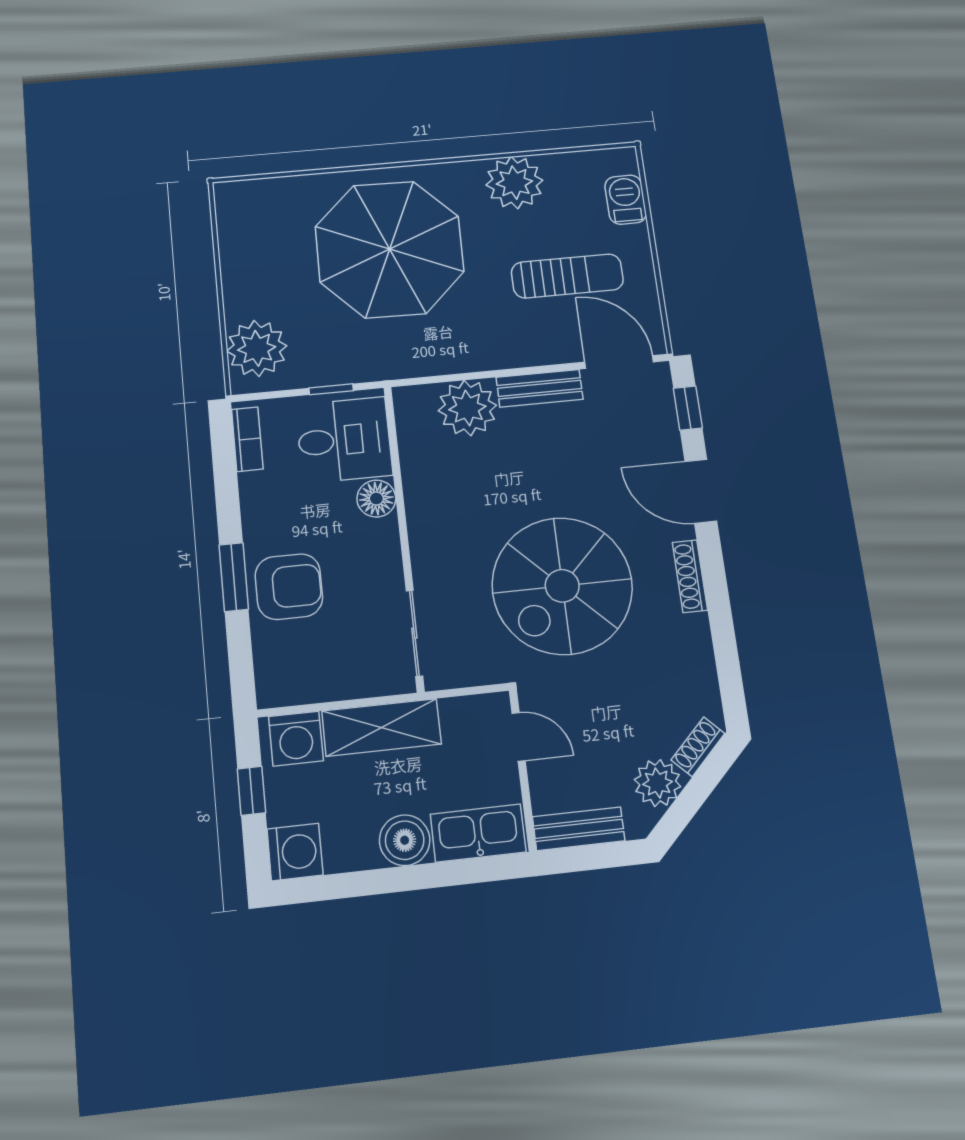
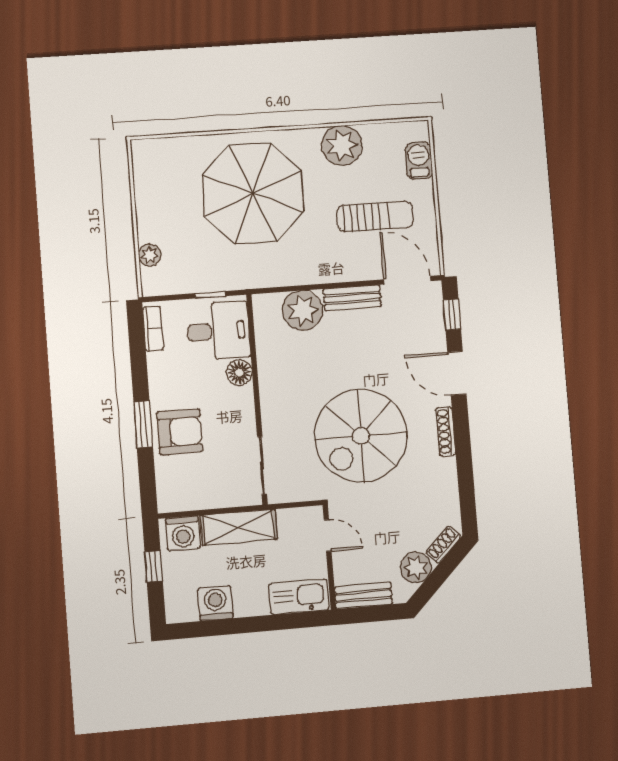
plant: (257, 348) -> (150, 255), width x0.53, depth x0.53
boiler: (405, 840) -> (252, 600), removed
washing machine: (295, 852) -> (215, 603), moved, turned -90

